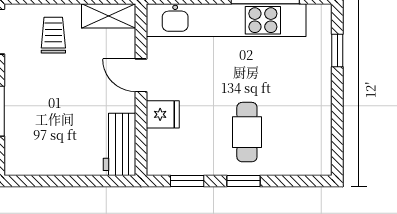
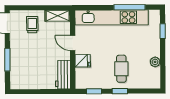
plant: (320, 118) -> (155, 62), added

